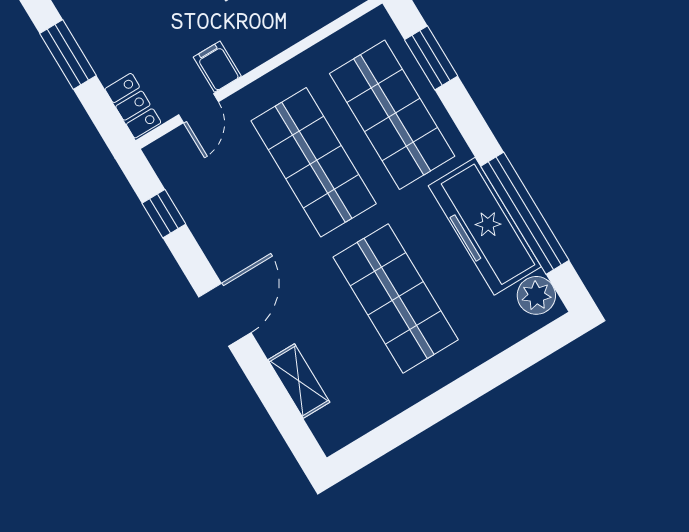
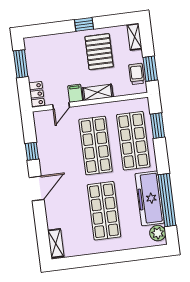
shelving: (266, 43) -> (98, 92), added
window: (164, 214) -> (32, 151), moved
shelving: (299, 381) -> (56, 243), moved

